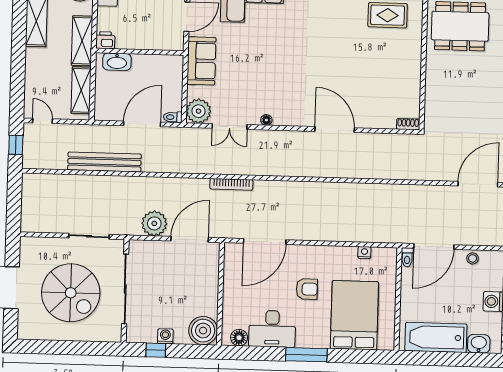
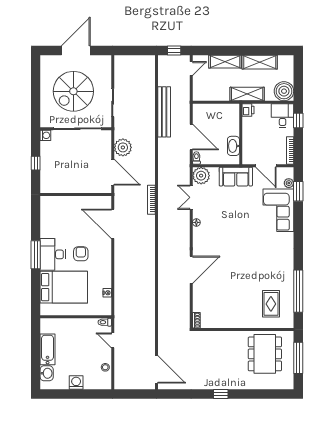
washbasin: (117, 62) -> (233, 146), moved
shelving: (81, 90) -> (225, 62), moved
door: (434, 247) -> (113, 340), width x0.53
armchair: (307, 289) -> (81, 254), turned 180
desk: (272, 329) -> (53, 254), moved
boiler: (203, 331) -> (50, 183), removed
washing machine: (165, 336) -> (45, 135), moved
bathtub: (436, 337) -> (48, 349), width x0.73, depth x0.73
floor lamp: (239, 338) -> (46, 208), removed
window: (156, 350) -> (36, 163), moved

